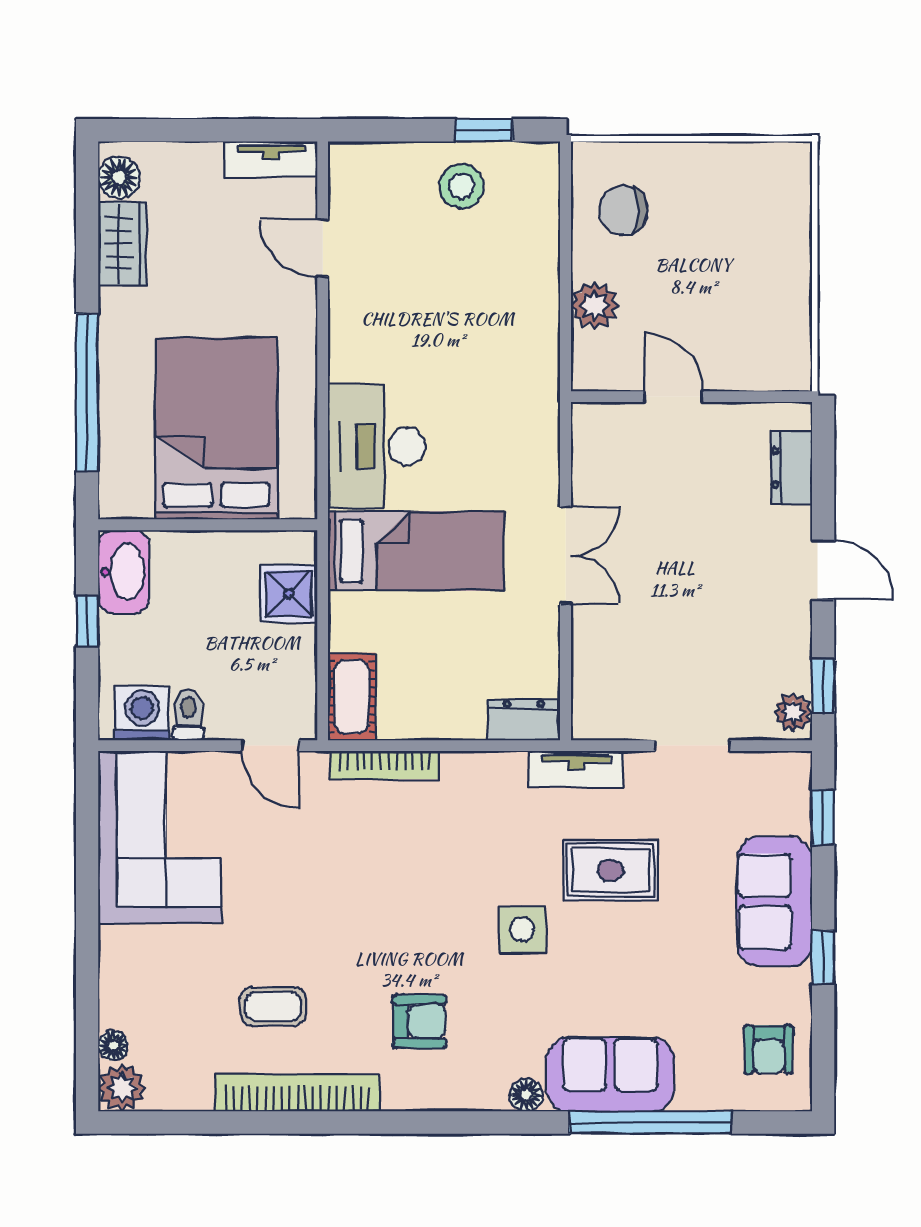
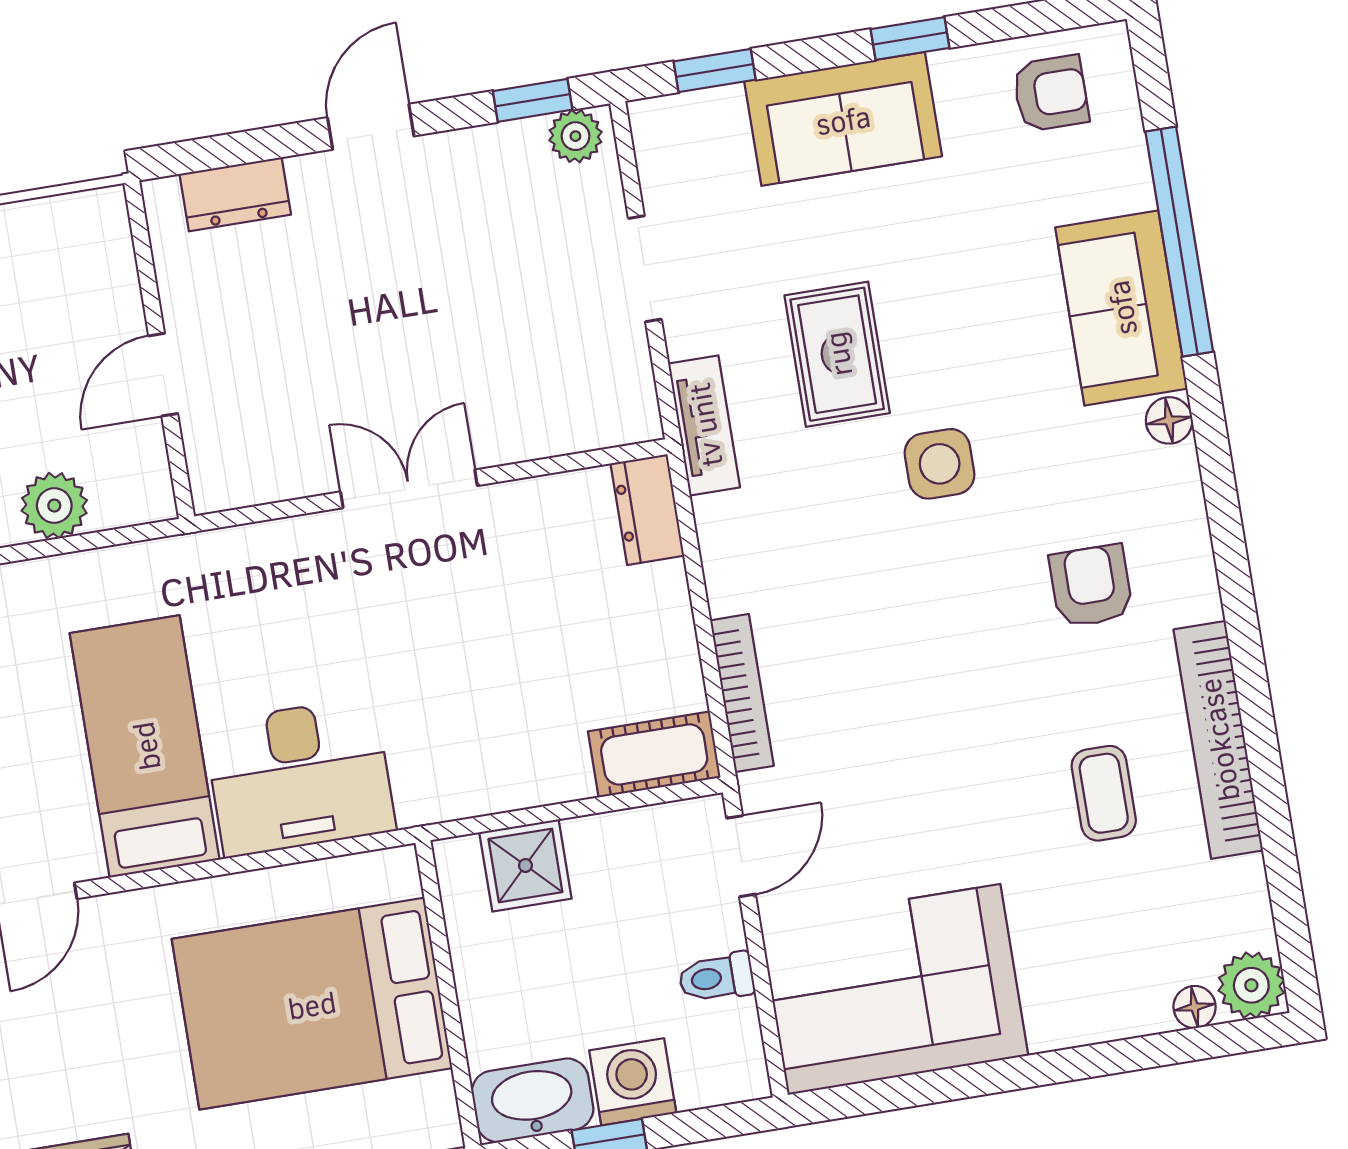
bed: (416, 551) -> (145, 746), moved
washing machine: (142, 713) -> (633, 1082), moved, turned 90

